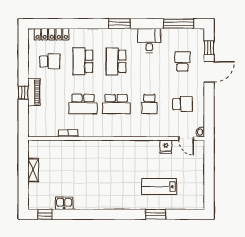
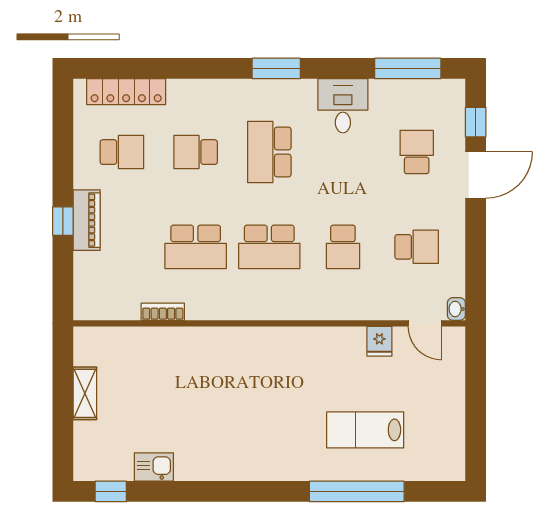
school desk: (83, 61) -> (196, 152), width x0.54
window: (155, 214) -> (357, 491), width x2.11

